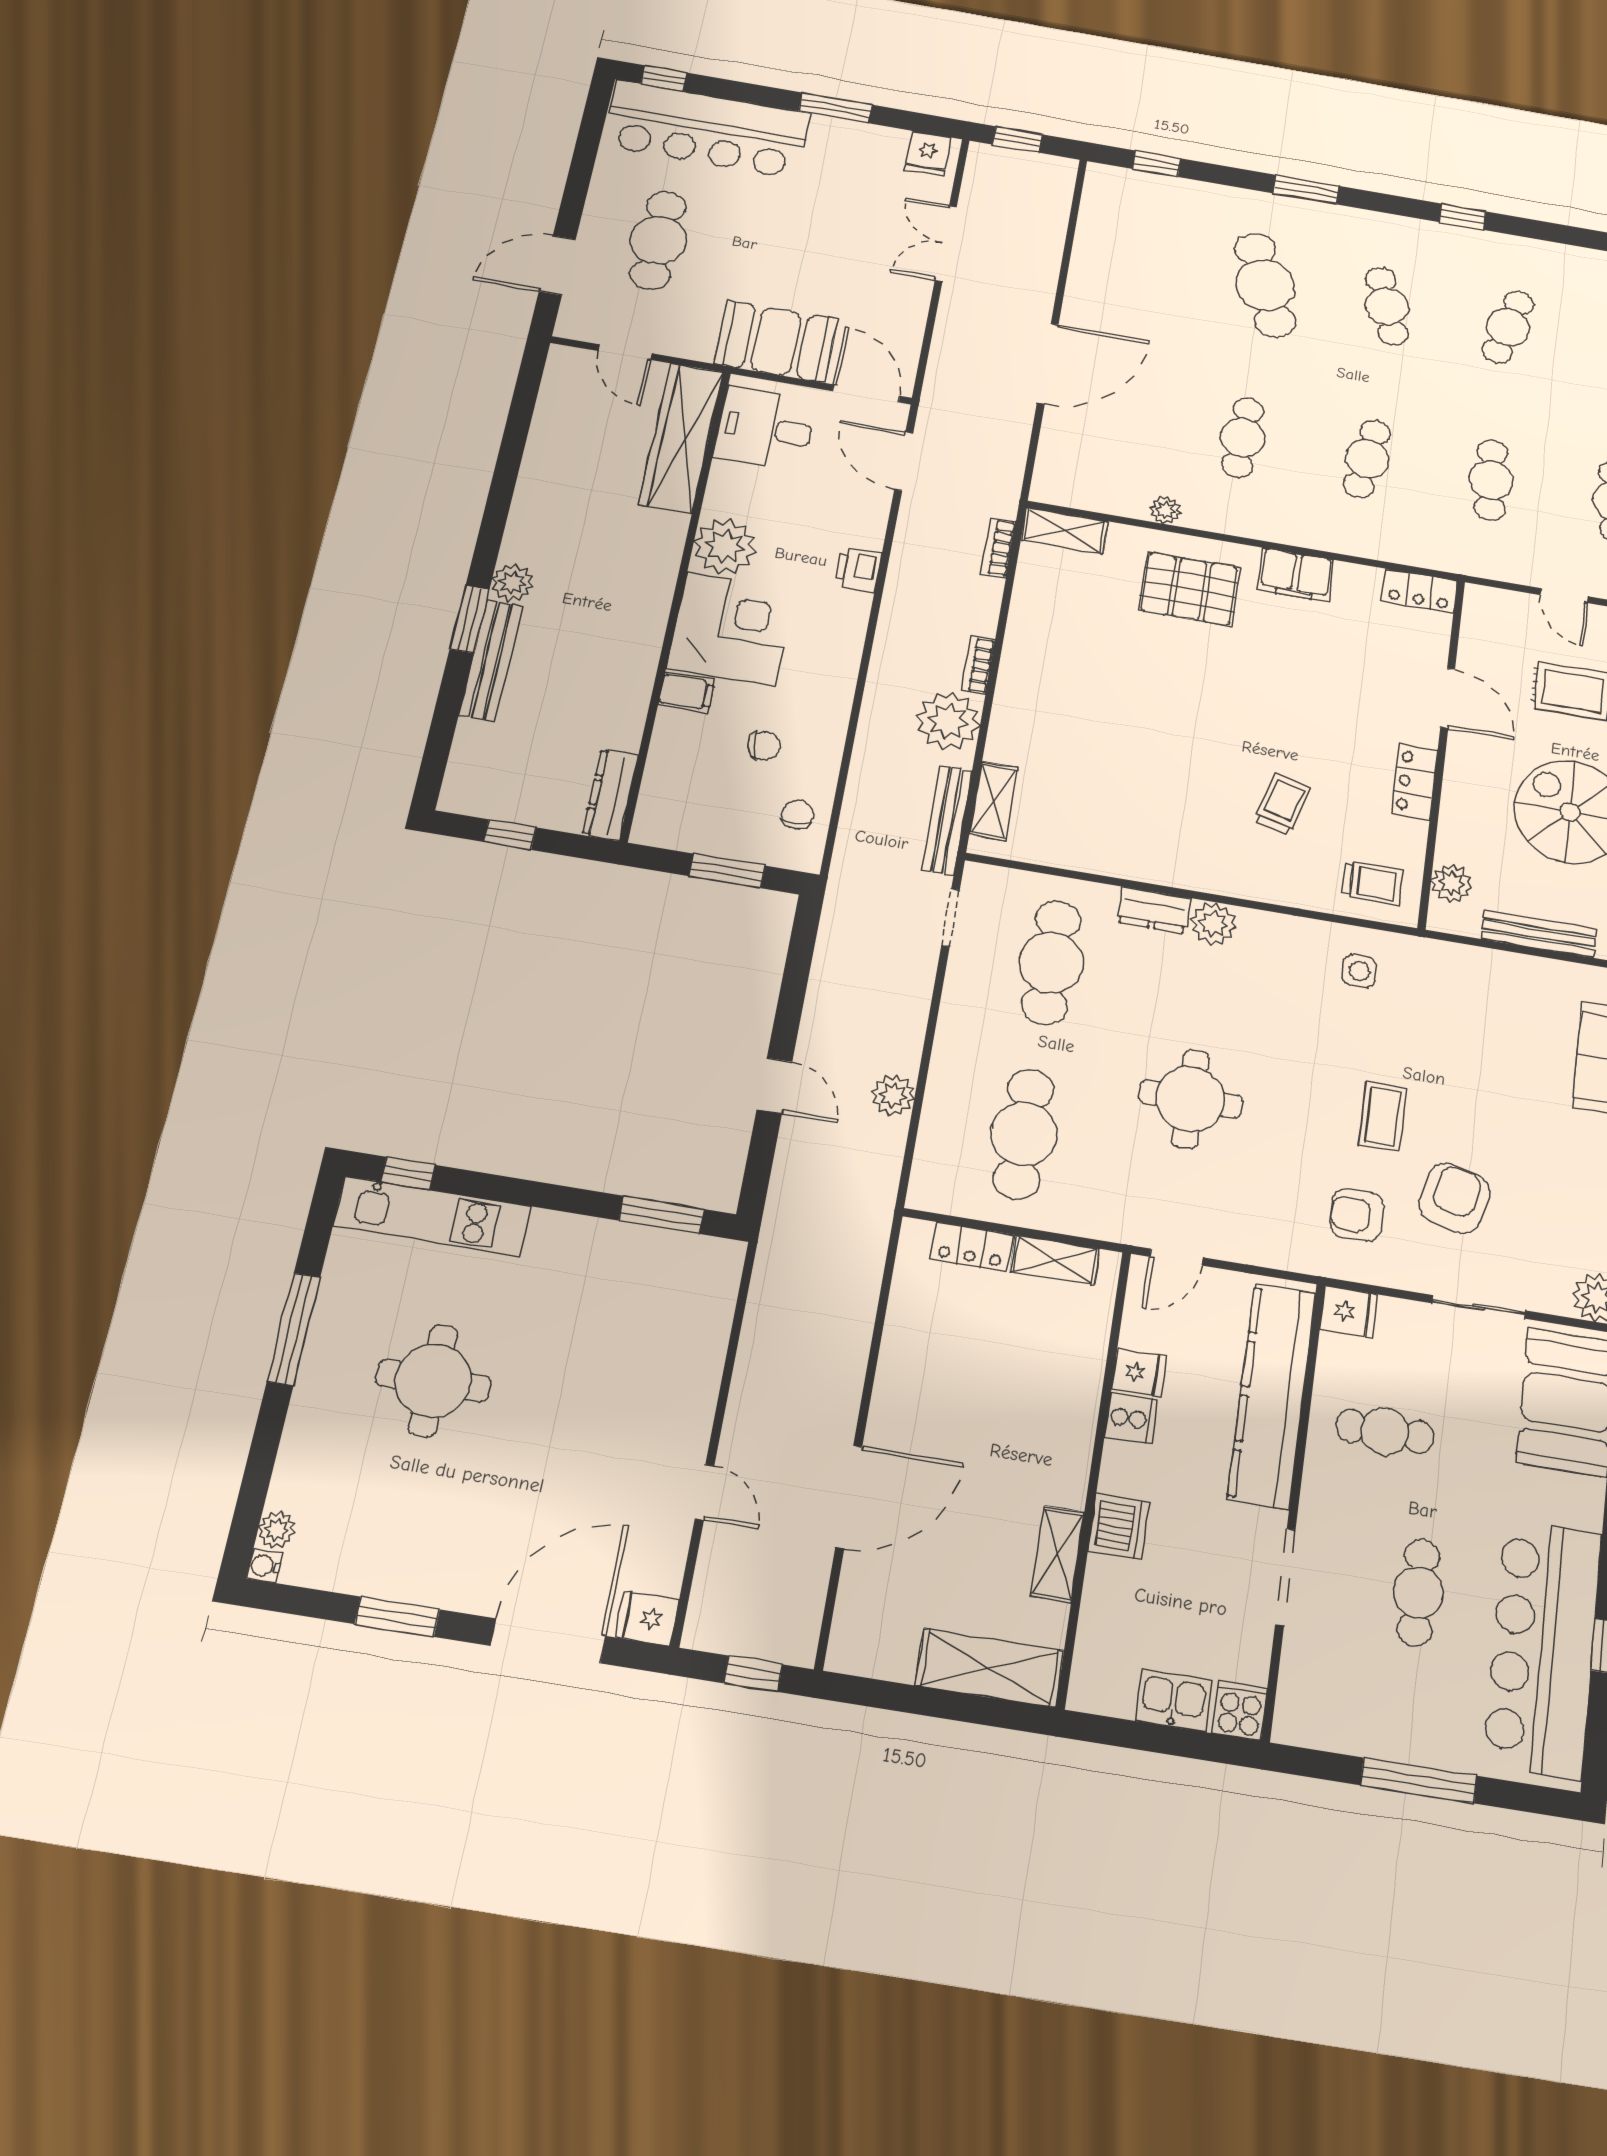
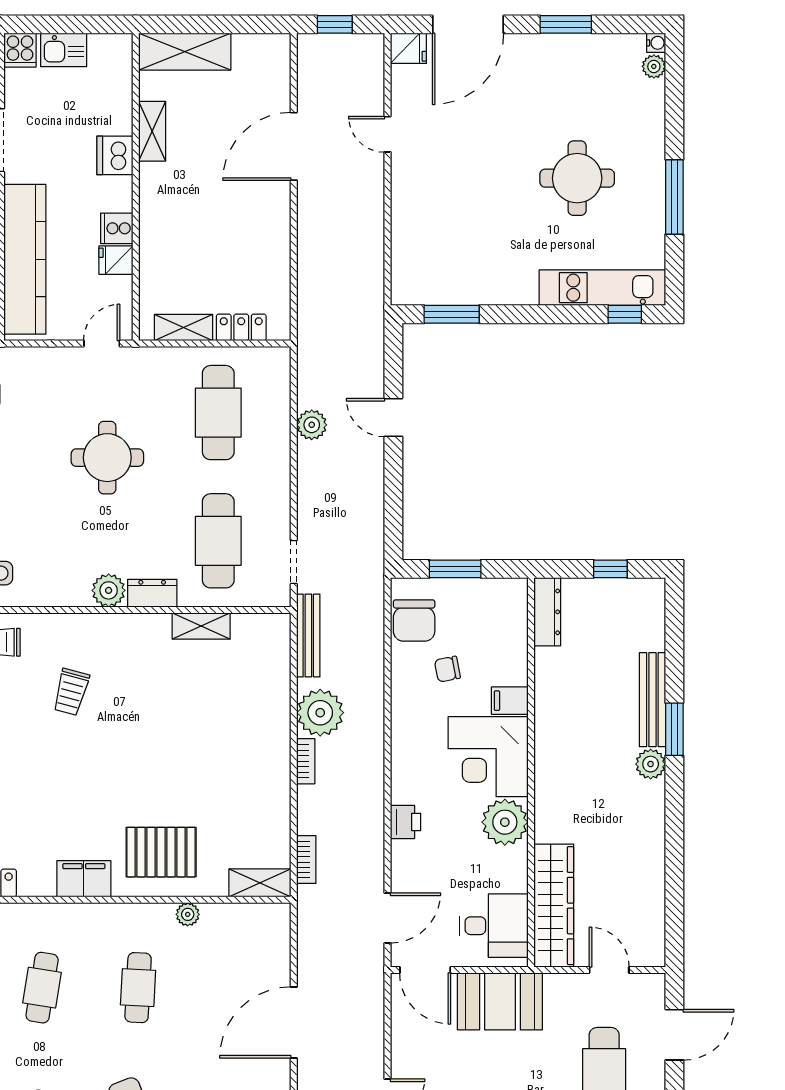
door: (904, 461) -> (387, 918), hinge flipped
shelving: (994, 801) -> (201, 626), moved, turned 90
chair: (798, 815) -> (414, 620), width x1.87, depth x1.87

